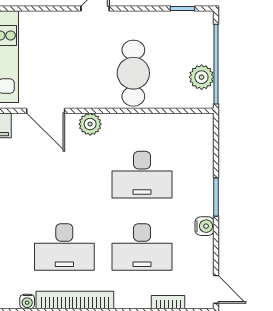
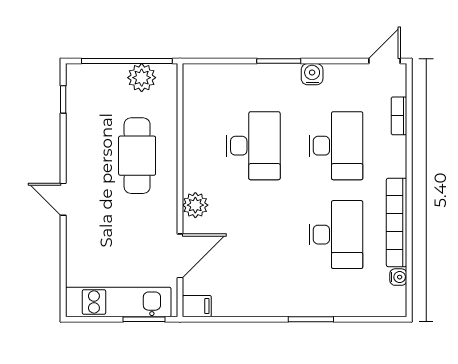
cafe table: (133, 73) -> (137, 156), turned 90

